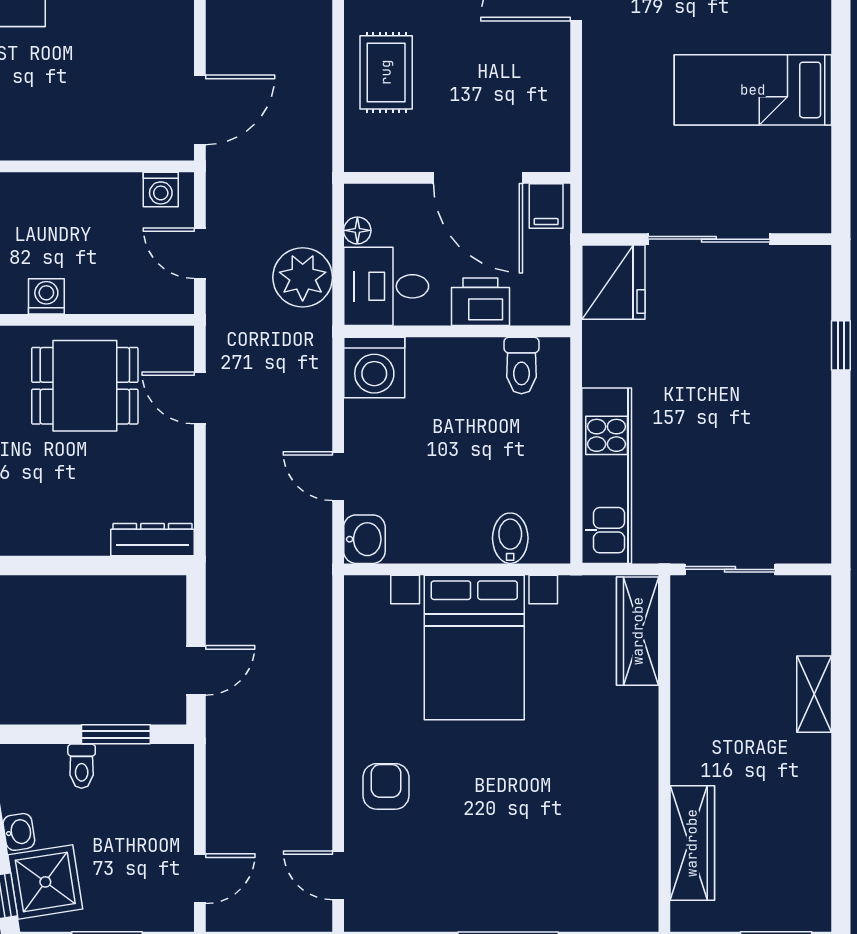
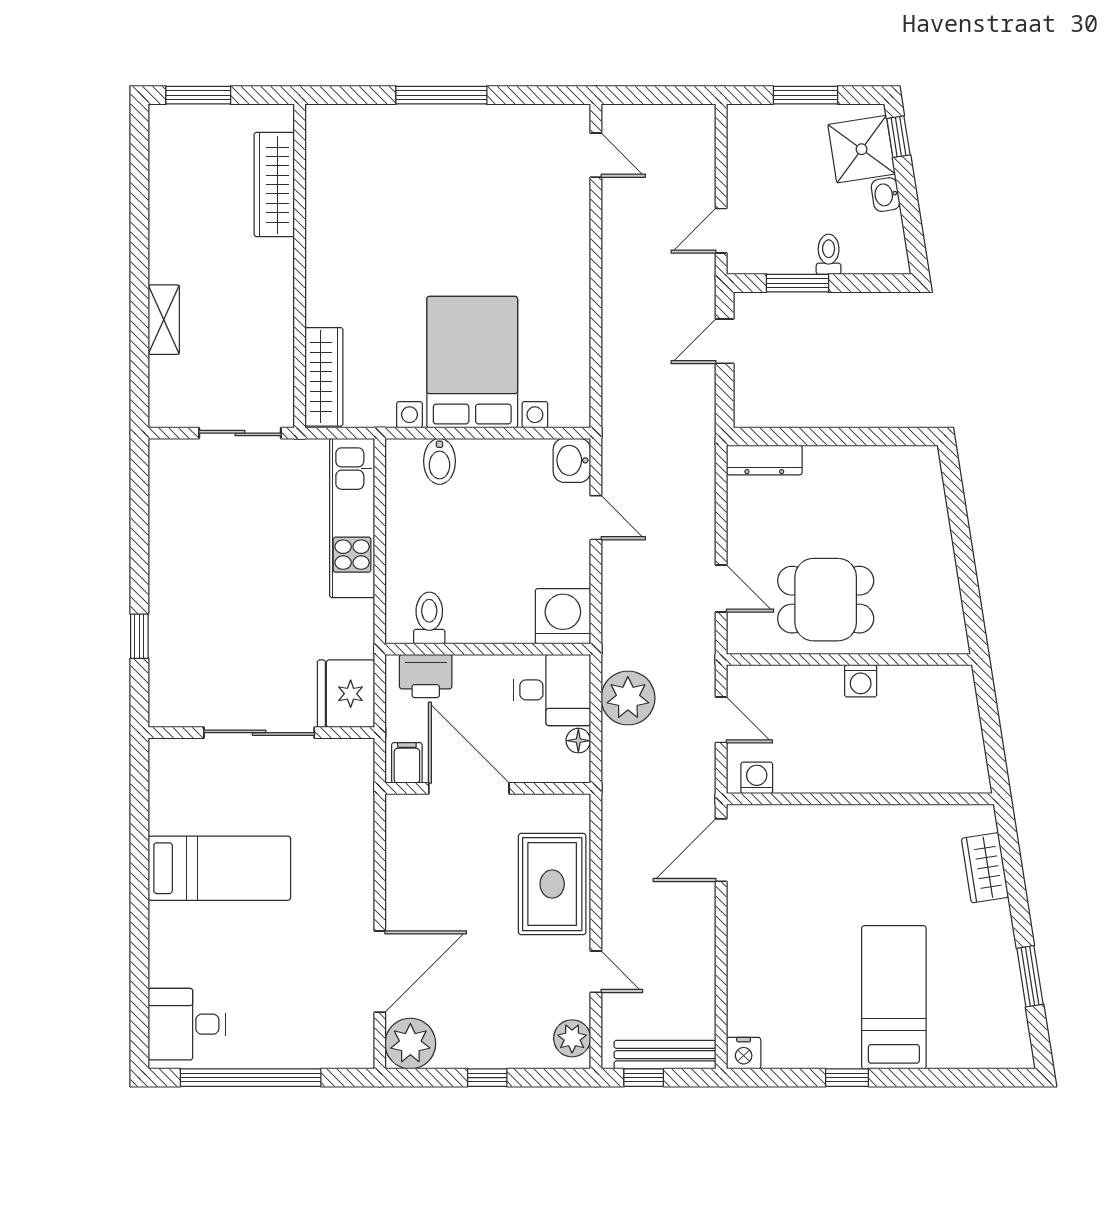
rug: (386, 72) -> (552, 884), width x1.36, depth x1.43
printer: (480, 302) -> (426, 676), moved
armchair: (386, 786) -> (552, 236), removed
door: (200, 879) -> (721, 231), moved

